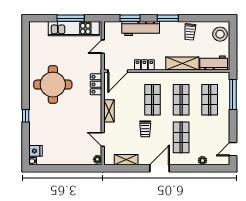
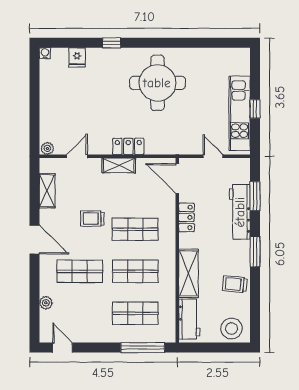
window: (71, 18) -> (255, 109), width x0.46
locker: (96, 84) -> (128, 146), moved
fridge: (35, 151) -> (77, 57), moved

